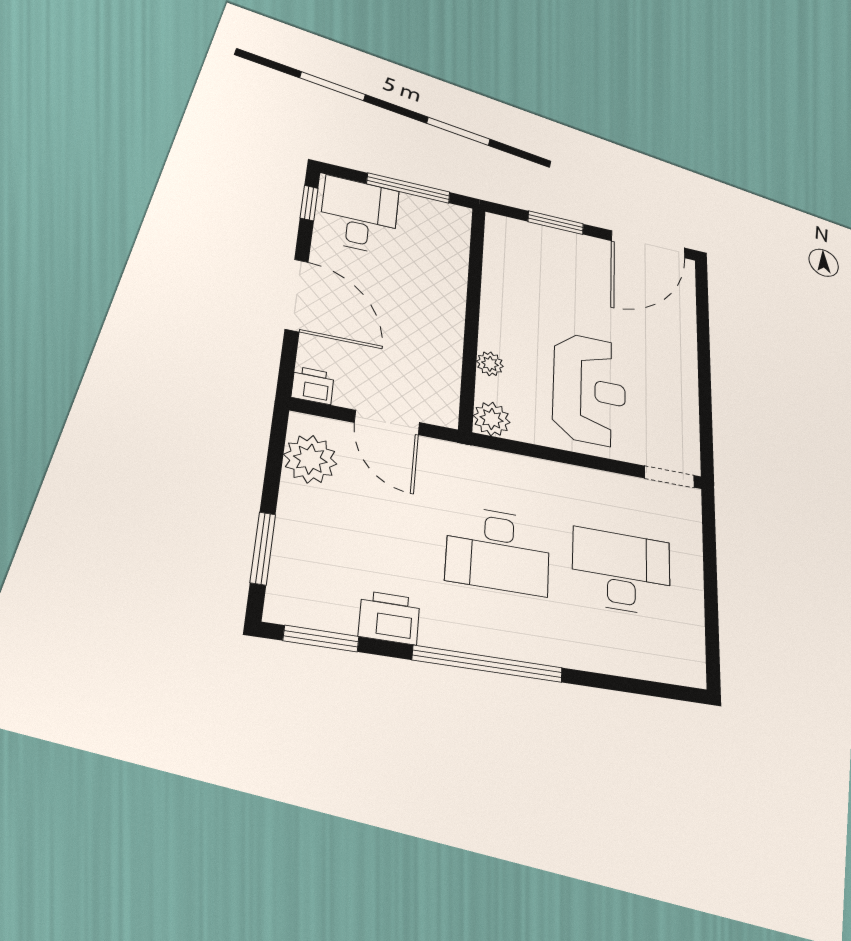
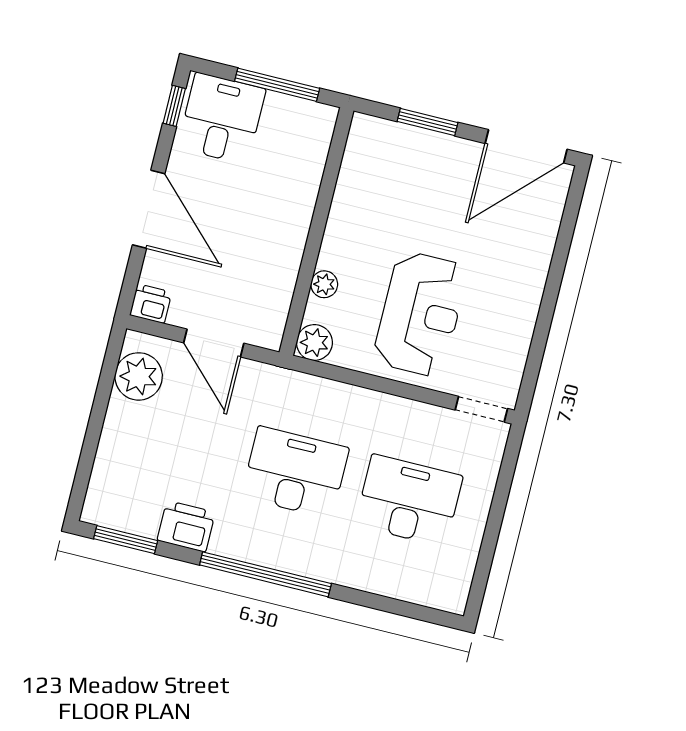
window: (263, 548) -> (87, 457), removed
desk: (498, 550) -> (295, 472), turned 180

